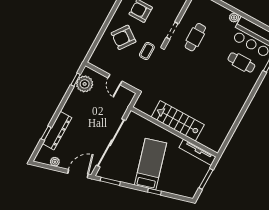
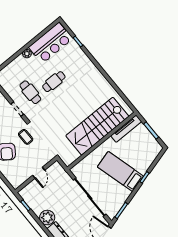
cafe table: (241, 62) -> (54, 82), moved
door: (115, 80) -> (39, 173), hinge flipped
plant: (85, 84) -> (47, 218), moved
stairs: (178, 121) -> (97, 126), width x1.36, depth x1.51

